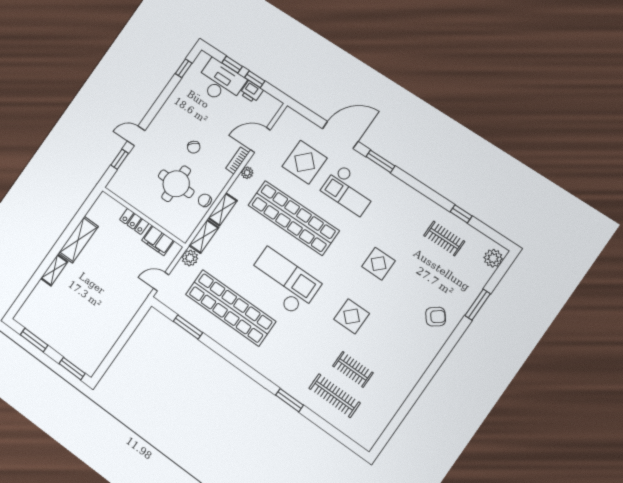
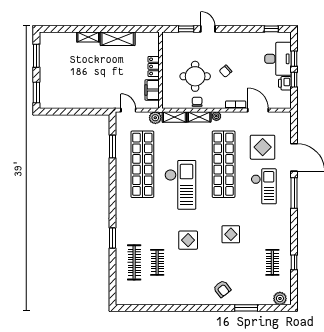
window: (380, 161) -> (294, 193), width x1.44
plant: (247, 173) -> (216, 116), moved
checkout: (349, 190) -> (264, 186), turned 180

